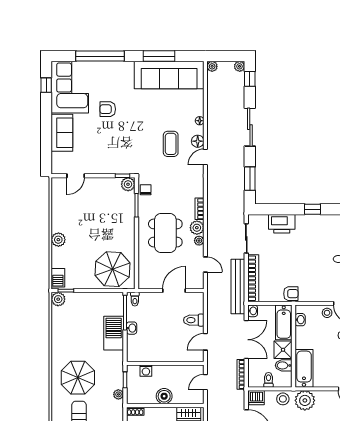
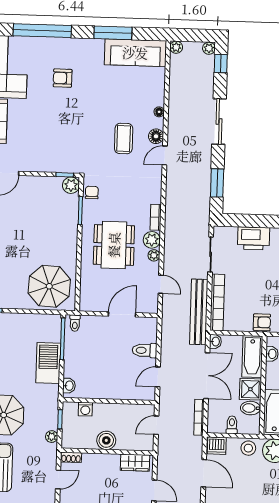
sofa: (169, 75) -> (135, 53), width x0.74, depth x0.79
armchair: (108, 109) -> (63, 78), moved
washbasin: (132, 328) -> (69, 386), moved

